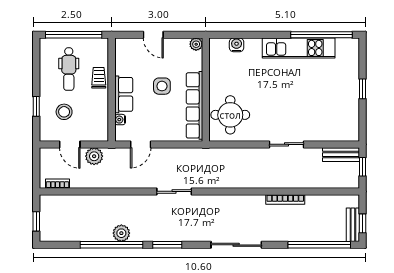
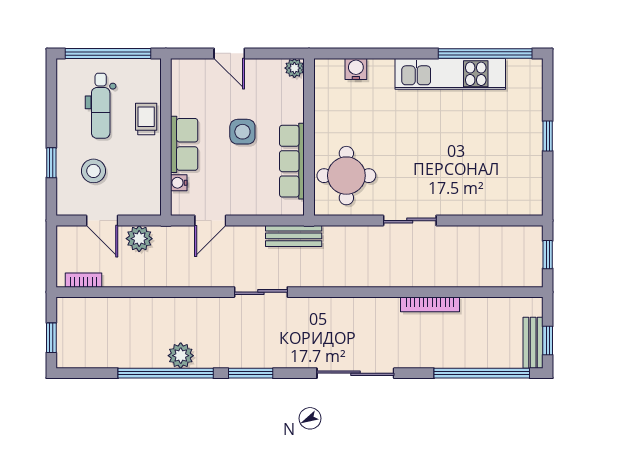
row of seats: (194, 105) -> (292, 161), width x0.73
sliding door: (286, 144) -> (410, 221), moved
bench: (341, 155) -> (294, 236), moved

